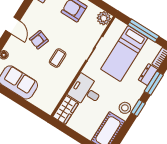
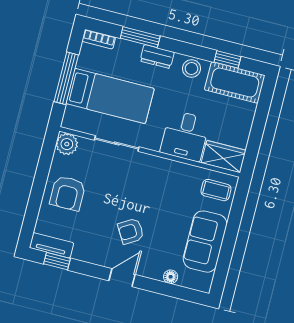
armchair: (39, 40) -> (131, 231), turned 130
coffee table: (58, 58) -> (216, 190), moved
dresser: (148, 75) -> (157, 57), moved
window: (138, 108) -> (227, 59), moved

